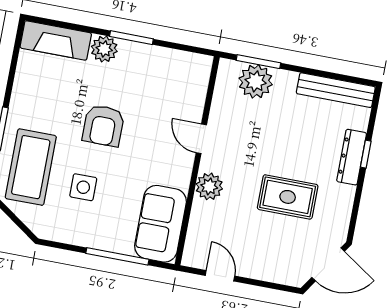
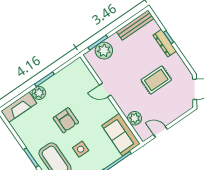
plant: (209, 186) -> (135, 118), moved

